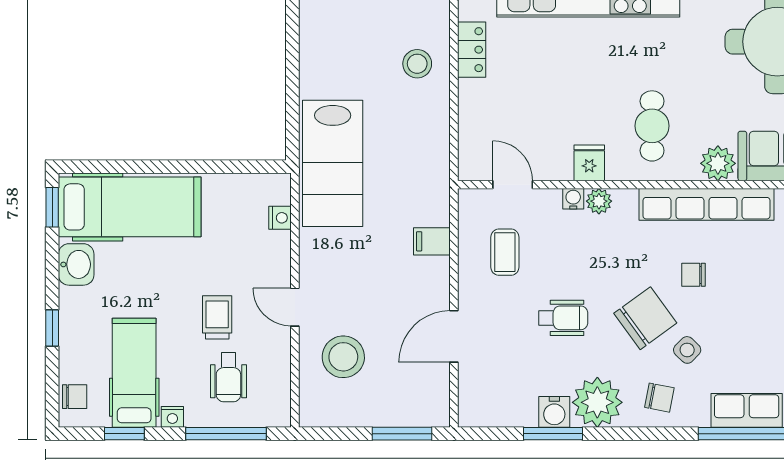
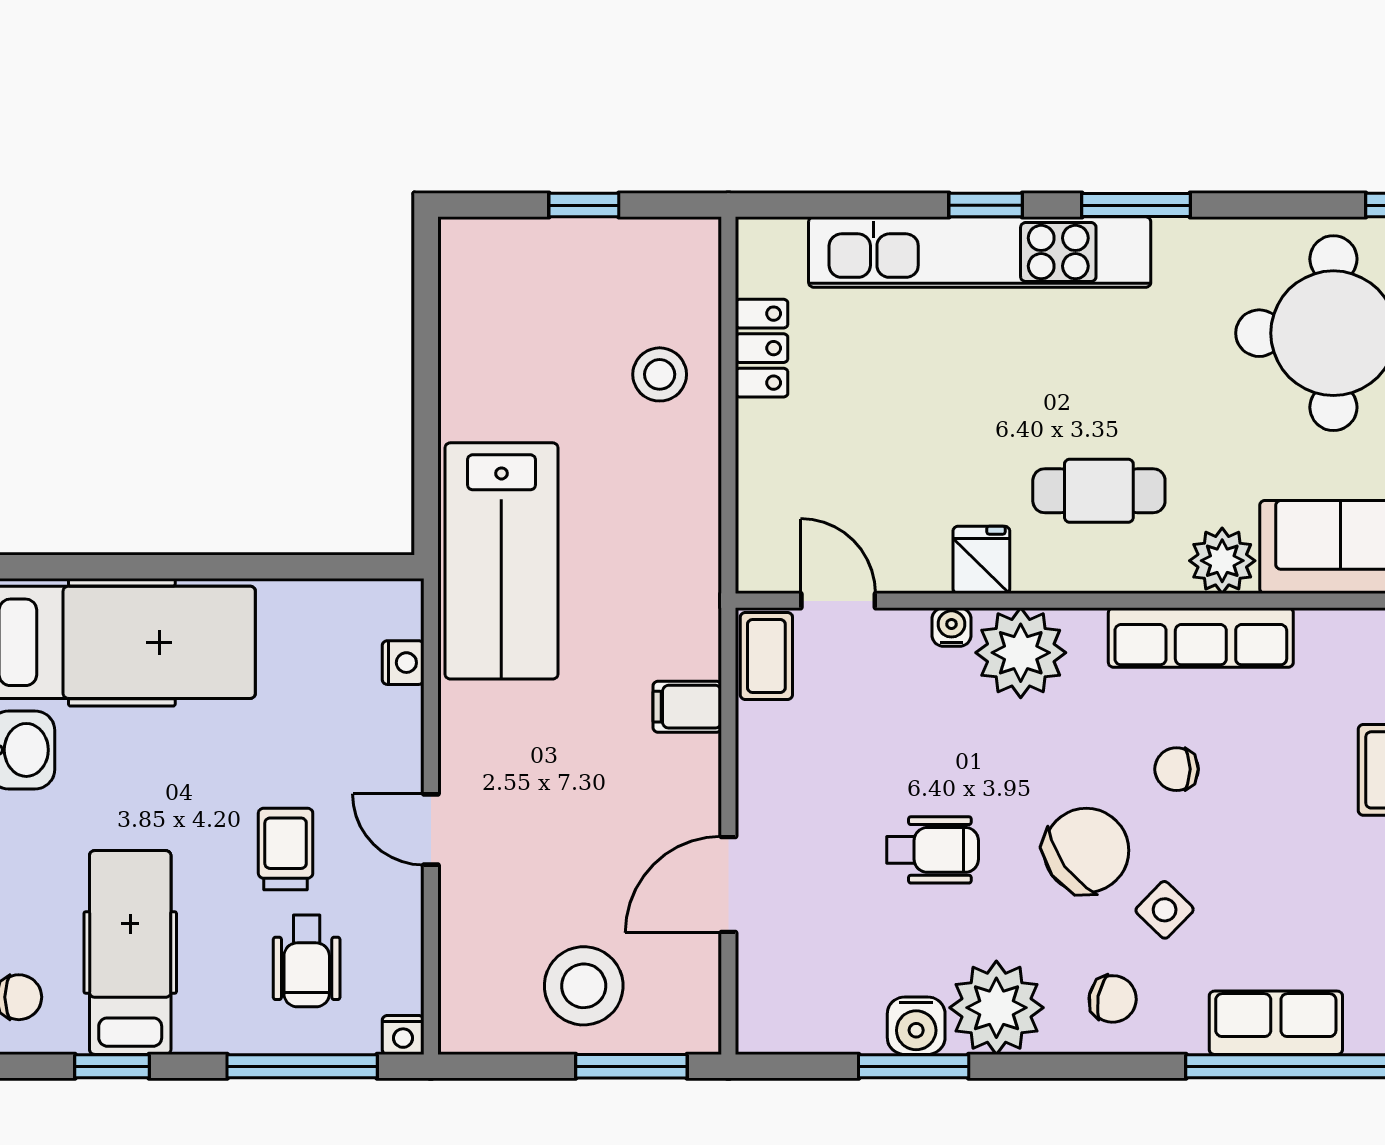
cafe table: (652, 126) -> (1099, 491), turned 90
plant: (599, 201) -> (1021, 653), width x1.87, depth x1.87
row of seats: (706, 204) -> (1201, 638), width x0.73
coffee table: (505, 252) -> (766, 656), moved
stool: (343, 357) -> (584, 986), moved
nightstand: (172, 417) -> (403, 1035), moved

